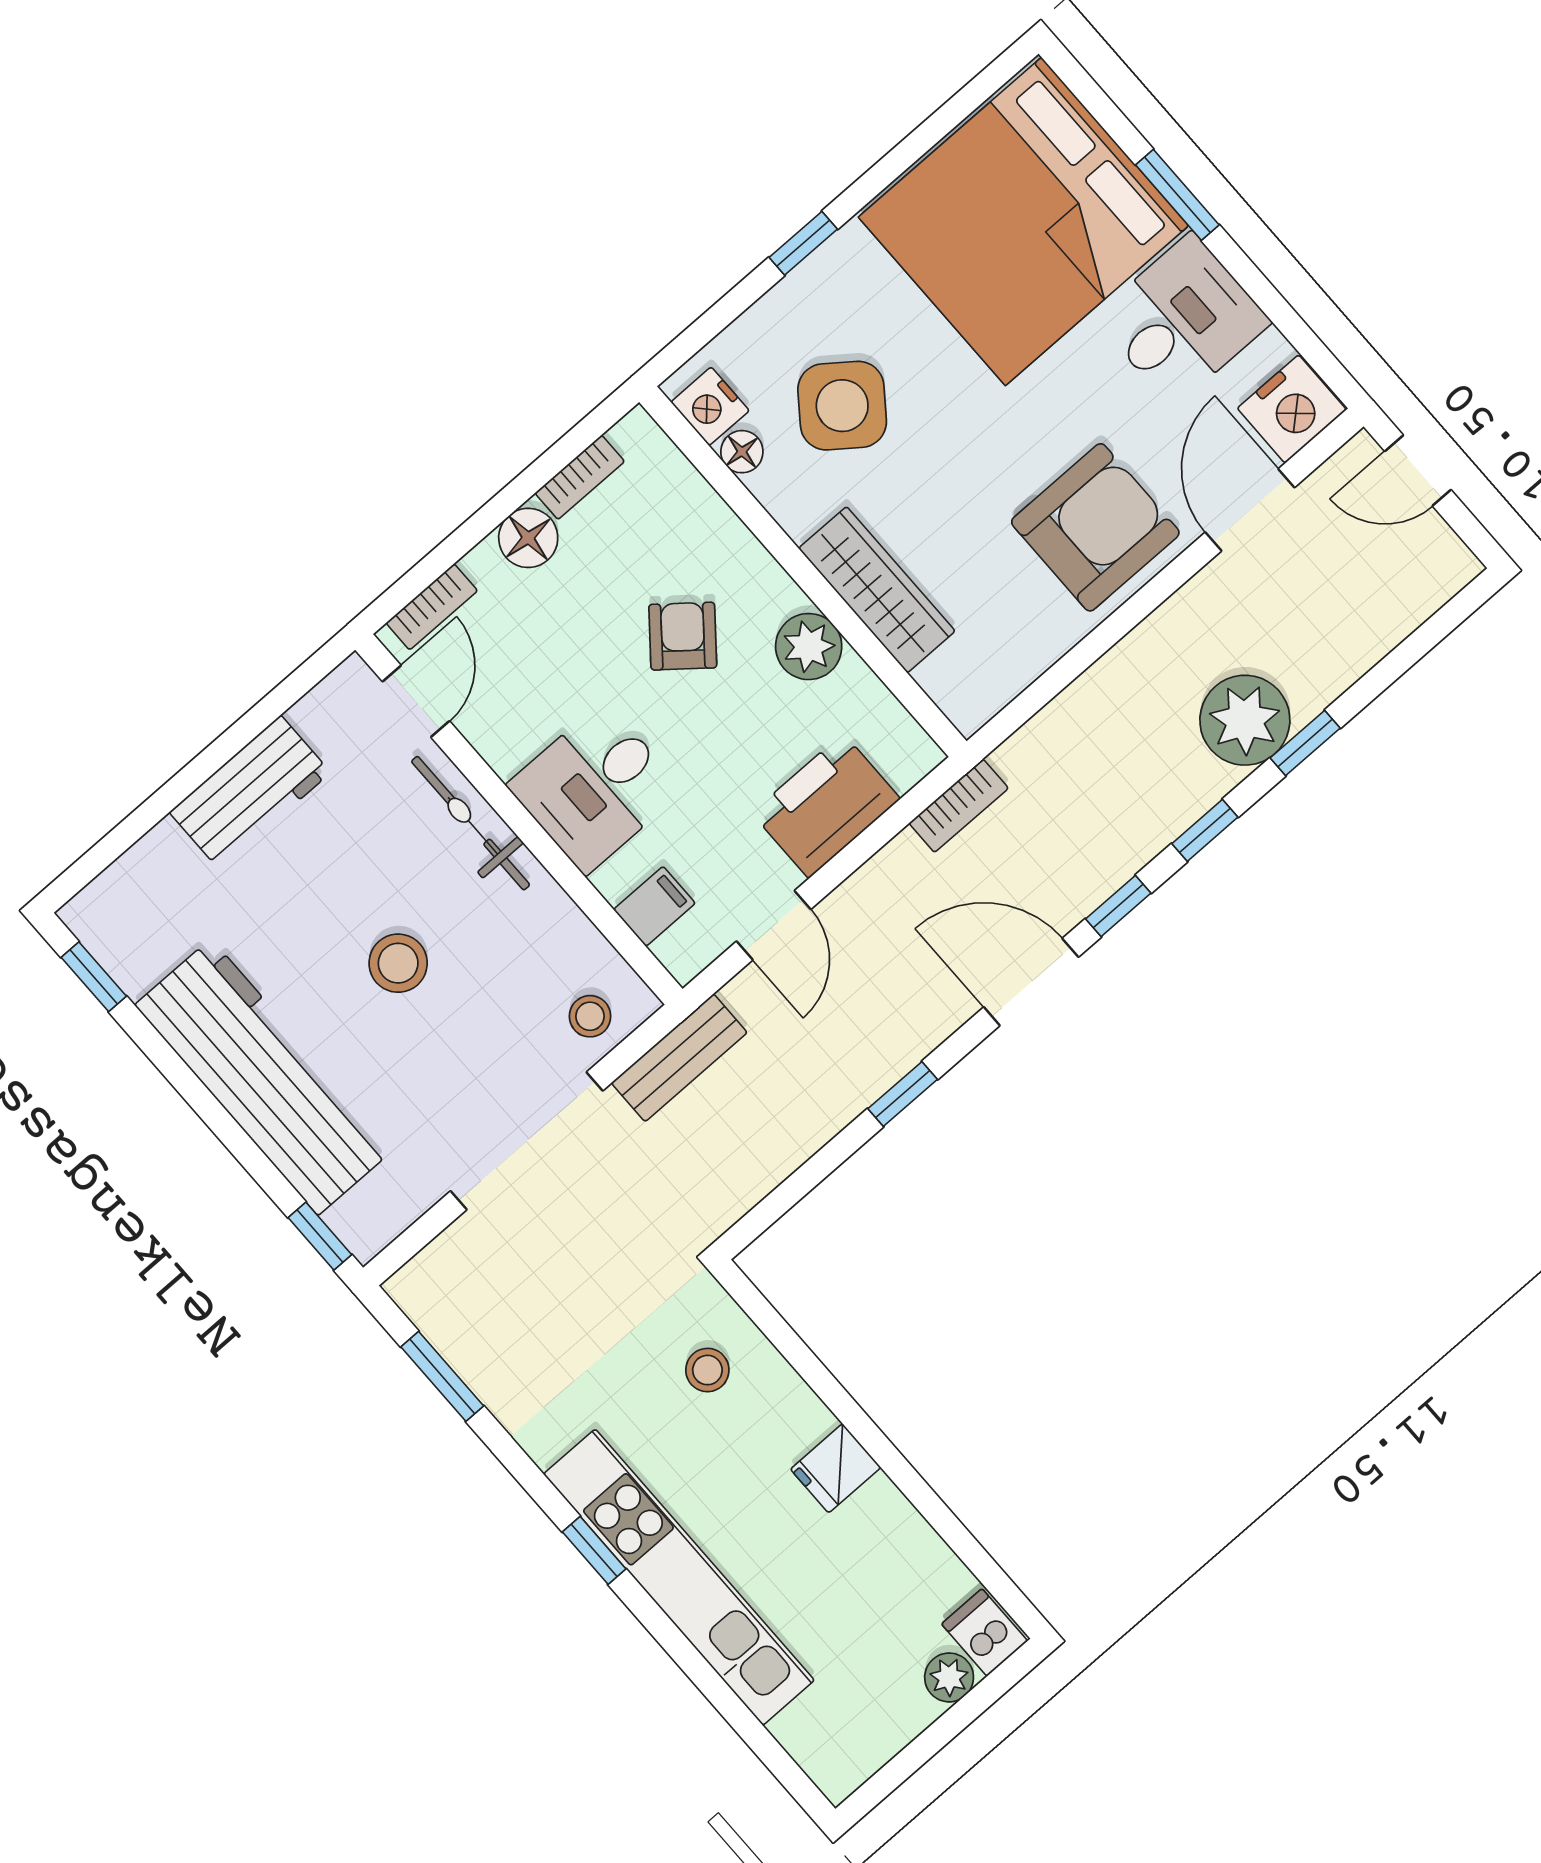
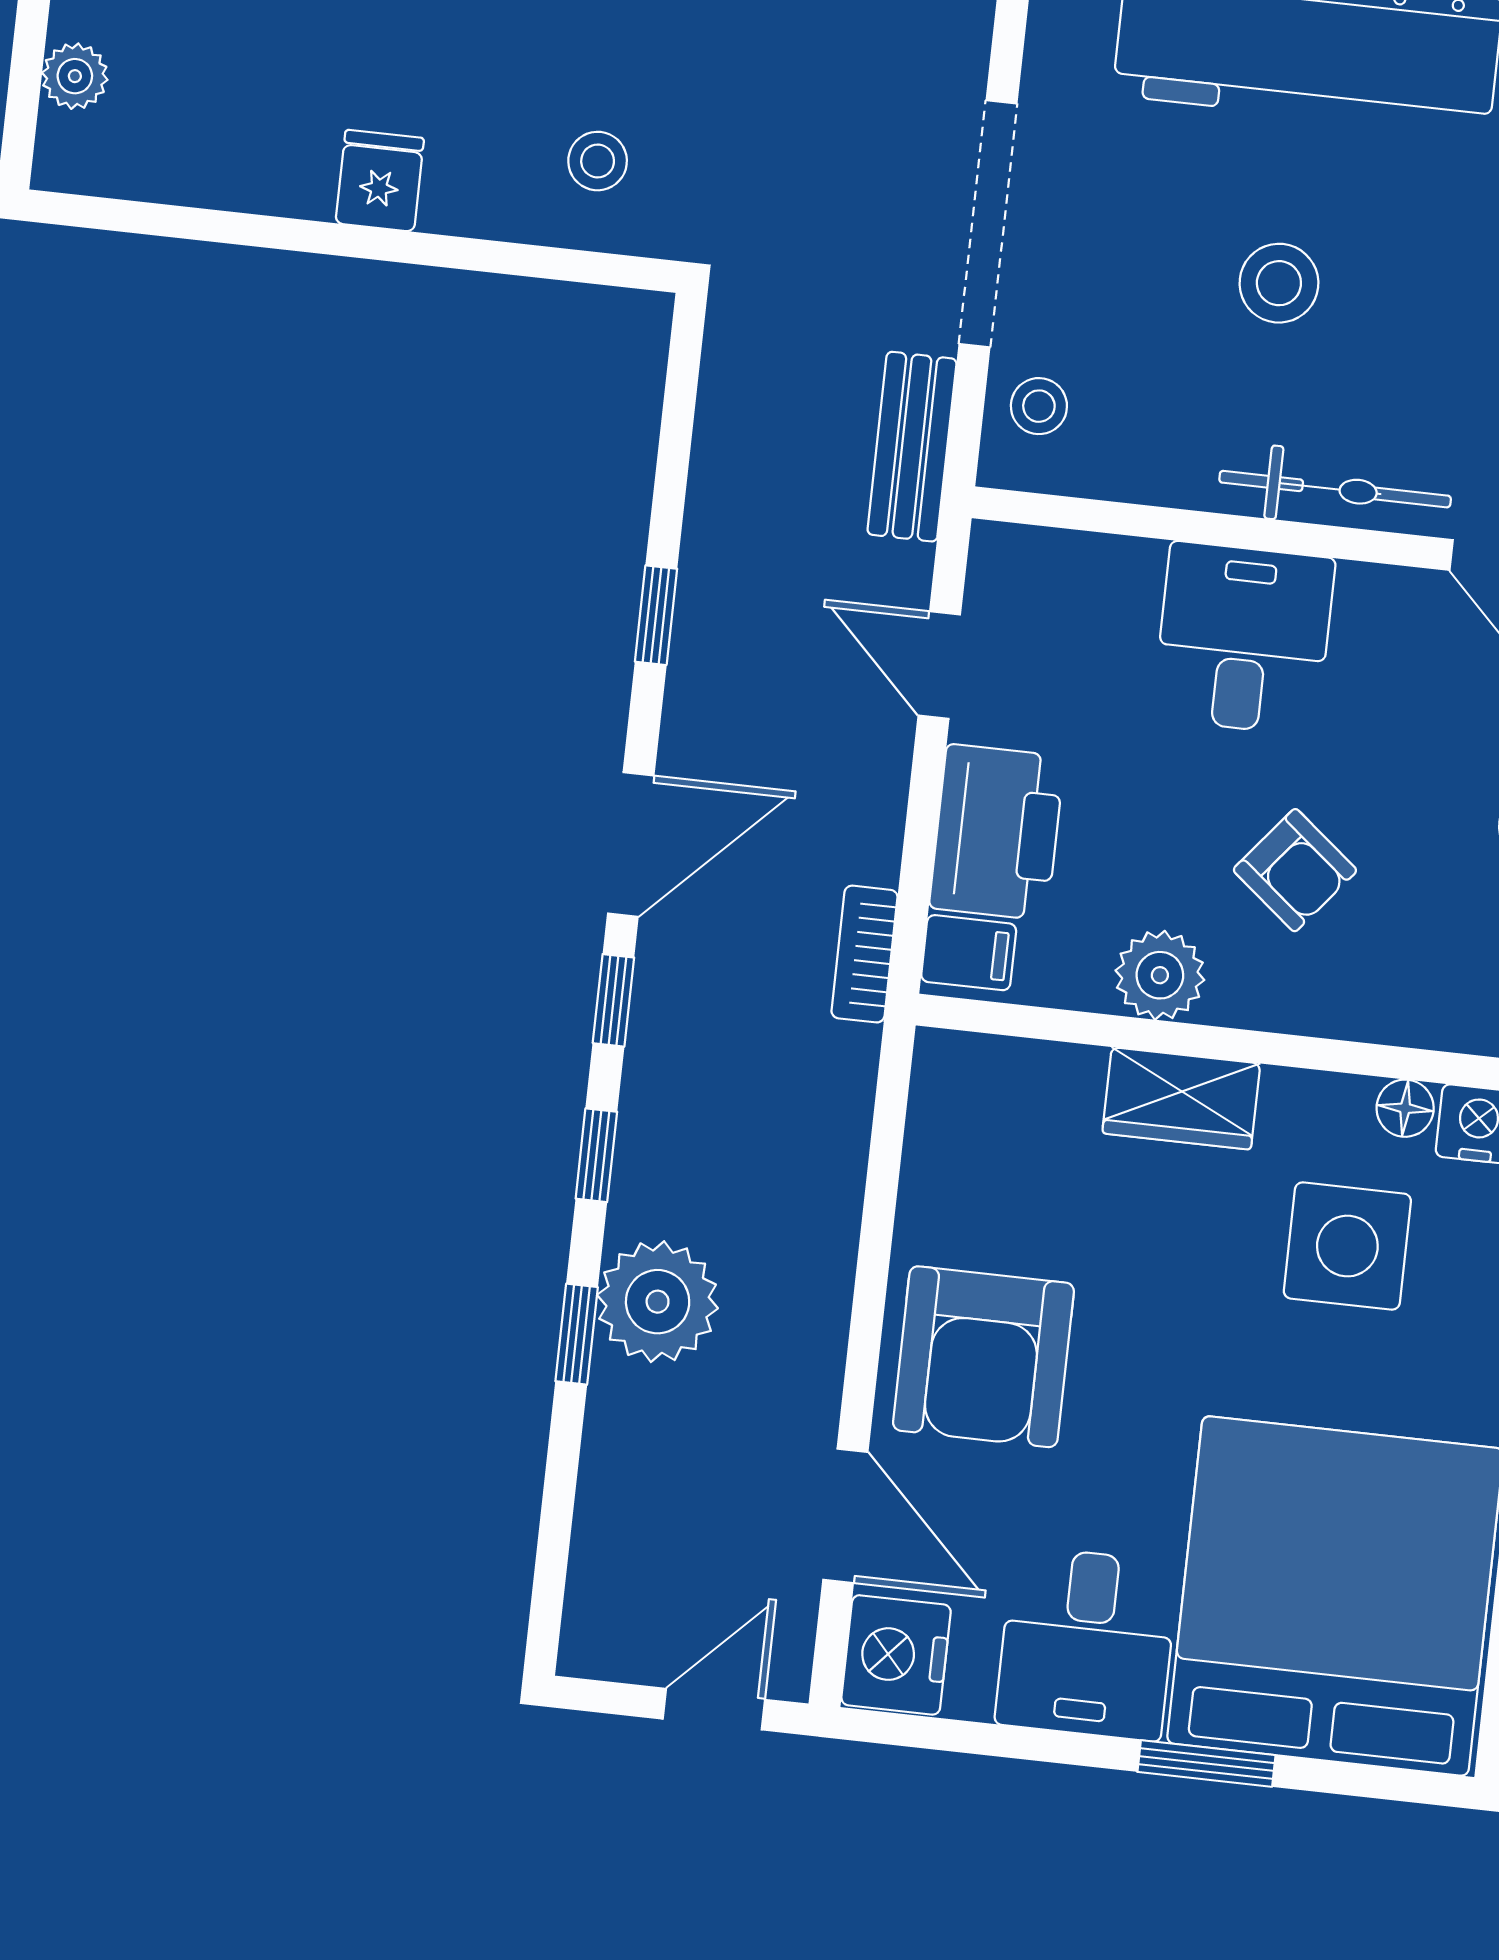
side table: (842, 406) -> (1347, 1246), turned -37
wardrobe: (877, 590) -> (1181, 1098), width x0.67
filing cabinet: (654, 906) -> (969, 953), moved, turned -90
dishwasher: (985, 1632) -> (81, 153), removed

